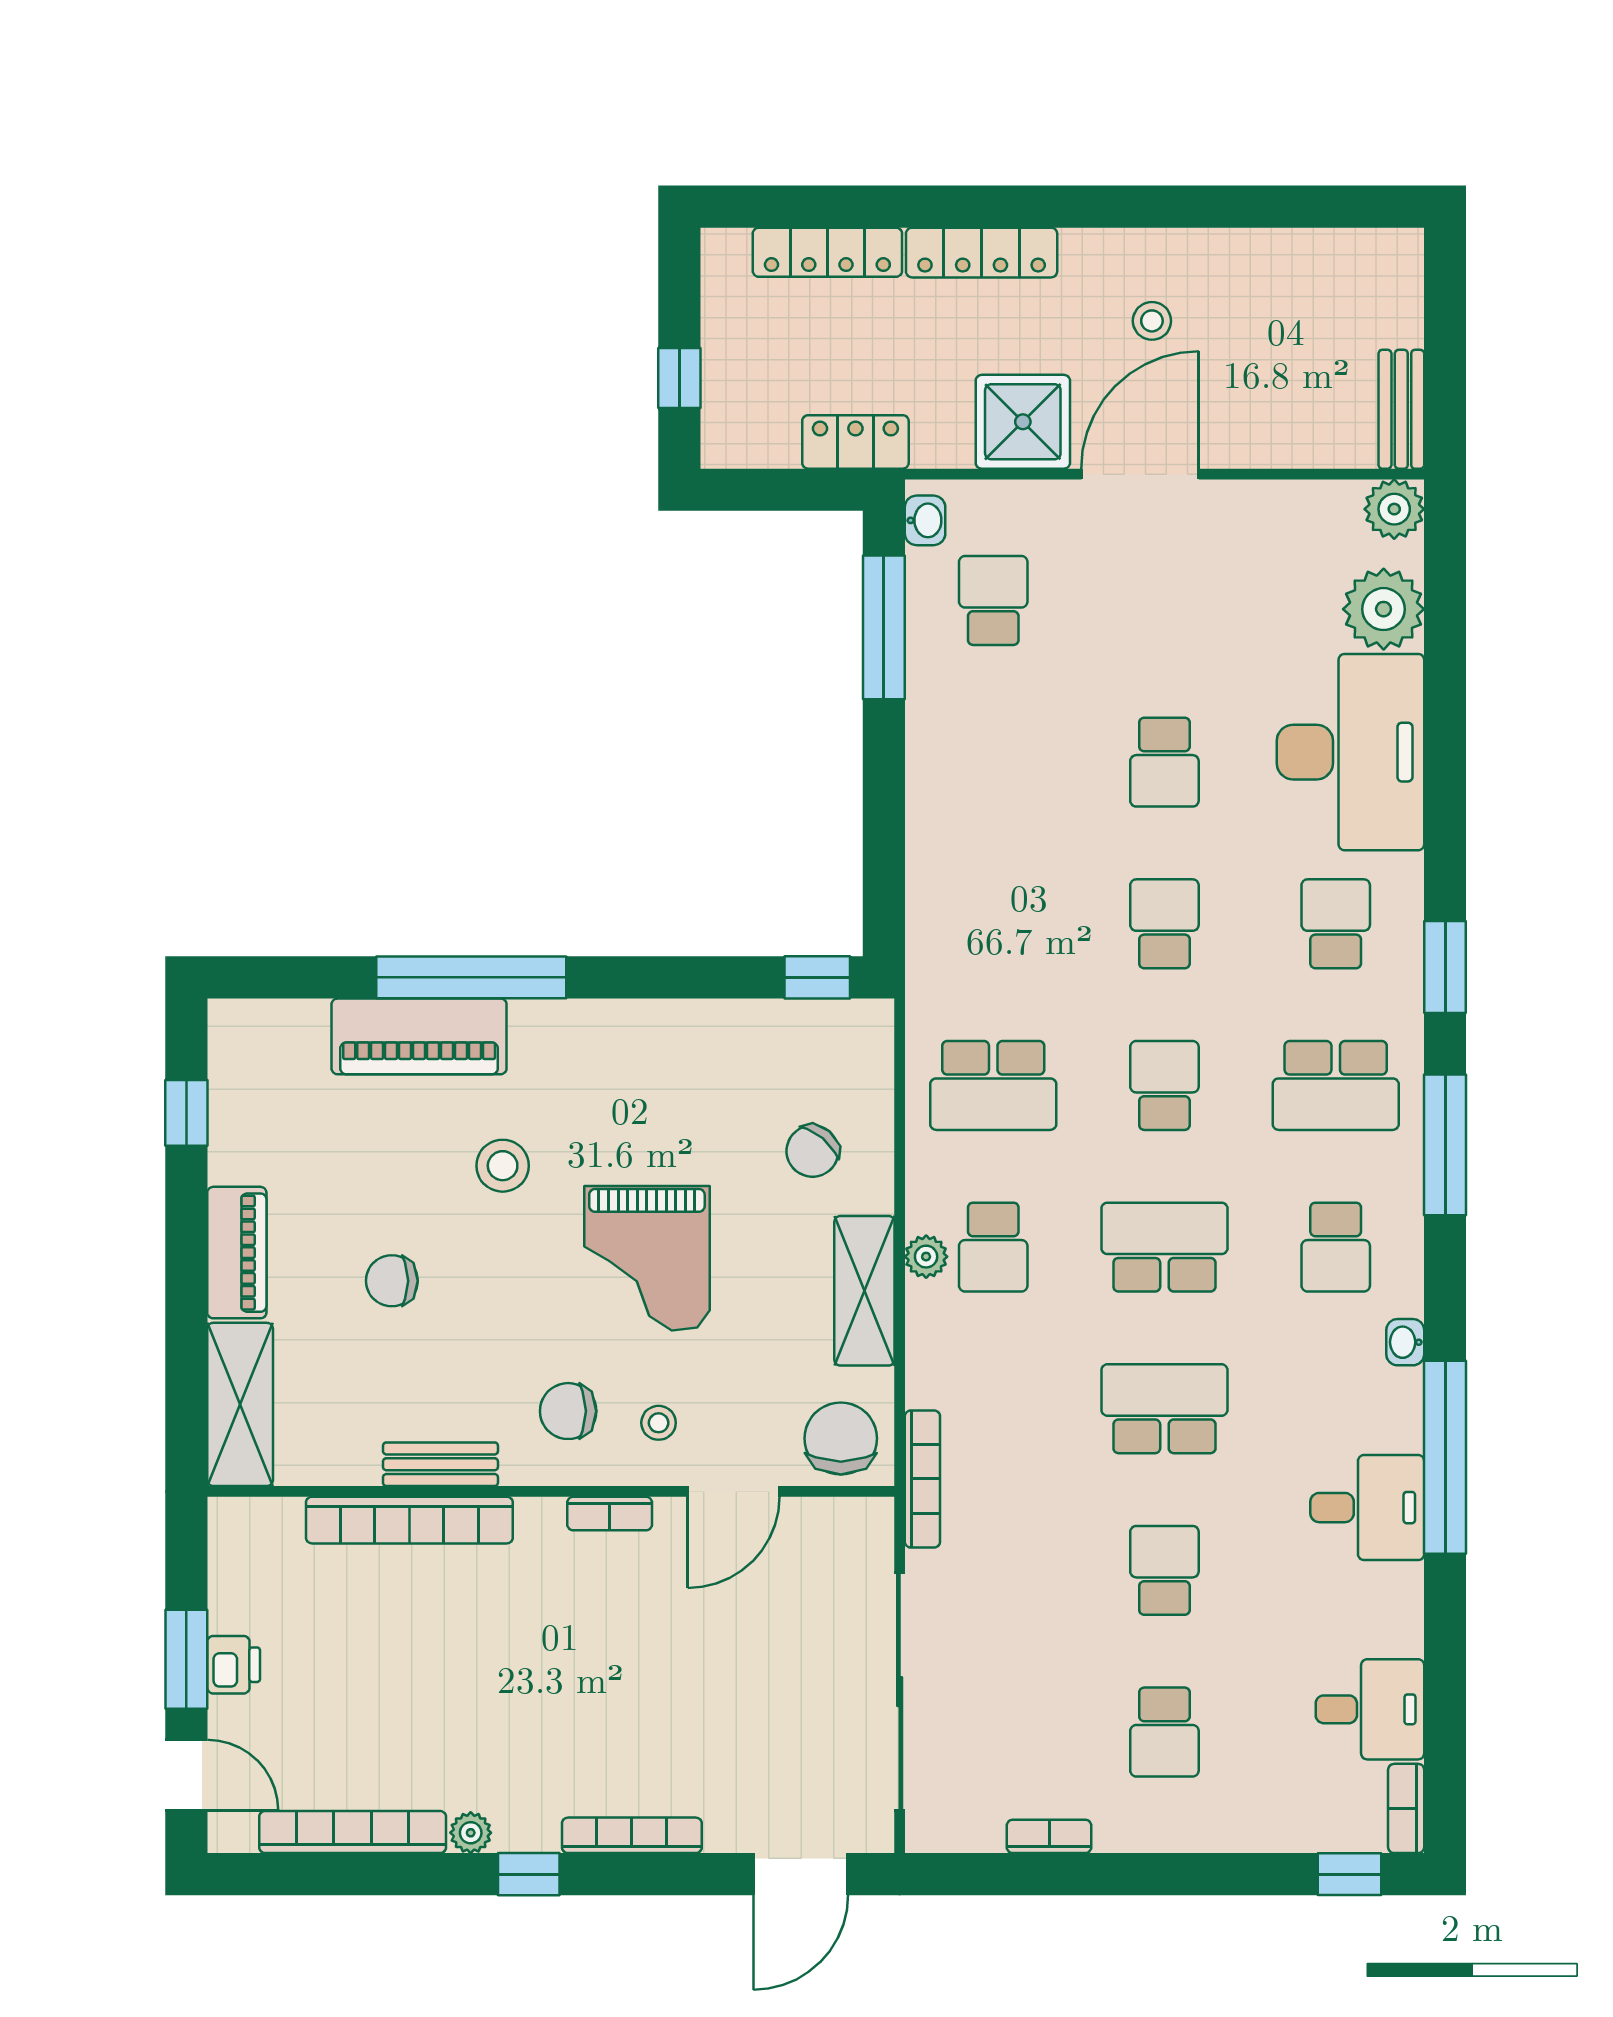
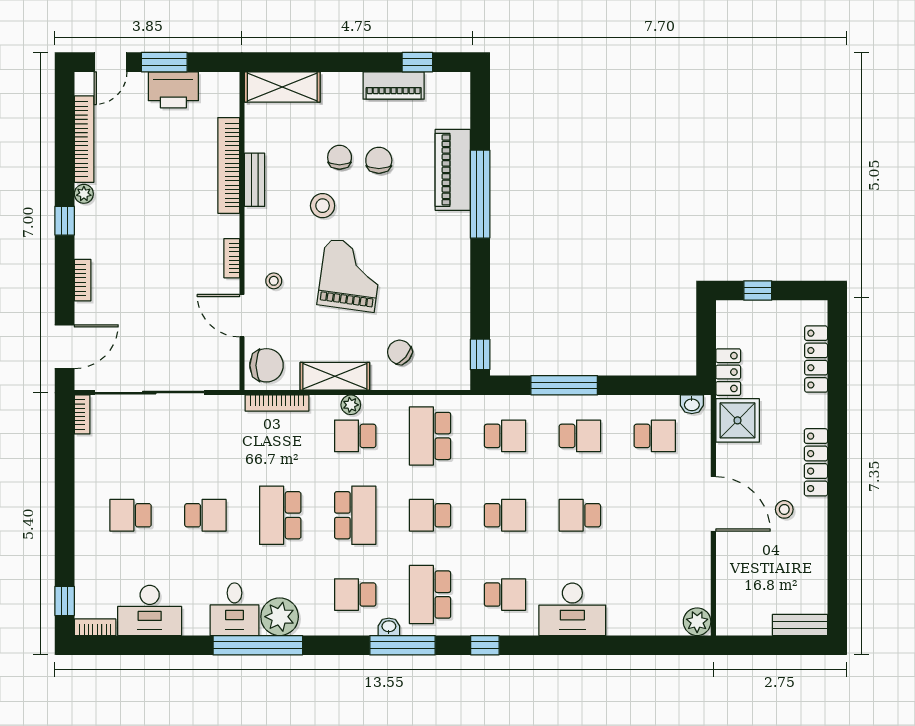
locker: (982, 253) -> (816, 462), moved
bench: (1401, 409) -> (800, 625), moved
shower: (1023, 422) -> (738, 420), moved
plant: (1384, 609) -> (280, 617), moved
window: (884, 627) -> (564, 385), moved
desk: (1350, 752) -> (572, 609), width x0.73, depth x0.77
school desk: (993, 762) -> (580, 436), added
school desk: (993, 924) -> (505, 436), added
window: (1445, 967) -> (485, 645), width x0.67
school desk: (1164, 1085) -> (430, 515), turned 180
stool: (503, 1166) -> (323, 206), moved
piano: (237, 1253) -> (394, 85), moved
grand piano: (647, 1258) -> (350, 275), turned 98
washbasin: (1405, 1342) -> (389, 627), moved
school desk: (1164, 1409) -> (280, 515), turned 180
chair: (568, 1411) -> (379, 160), moved
bookcase: (922, 1479) -> (277, 403), moved
printer: (234, 1665) -> (173, 90), width x1.87, depth x1.48
desk: (1370, 1709) -> (150, 610), width x1.37
bookcase: (632, 1835) -> (83, 280), width x0.64
bookcase: (1049, 1836) -> (82, 414), moved
door: (801, 1874) -> (65, 347), swing flipped

